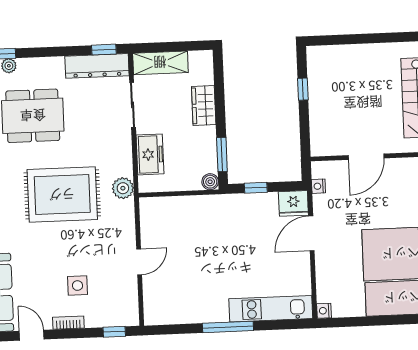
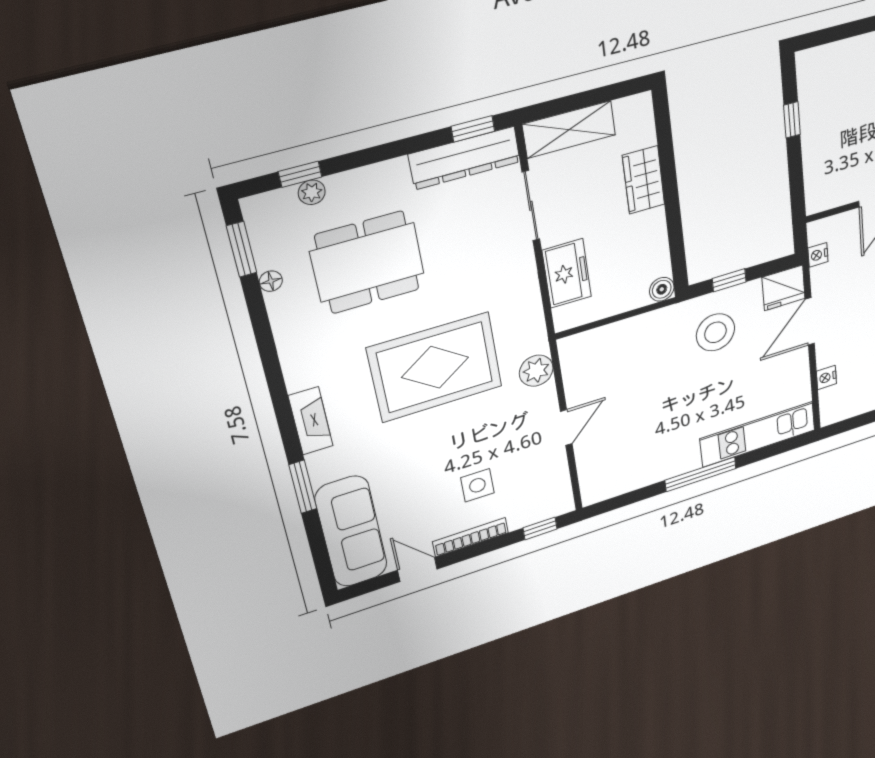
window: (222, 155) -> (677, 246), removed
plant: (123, 188) -> (536, 371), moved
stool: (244, 222) -> (715, 332), added
nightstand: (324, 311) -> (826, 377), moved
bookcase: (68, 323) -> (471, 537), width x1.56

